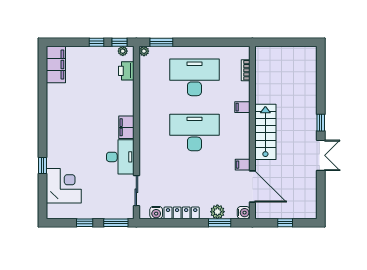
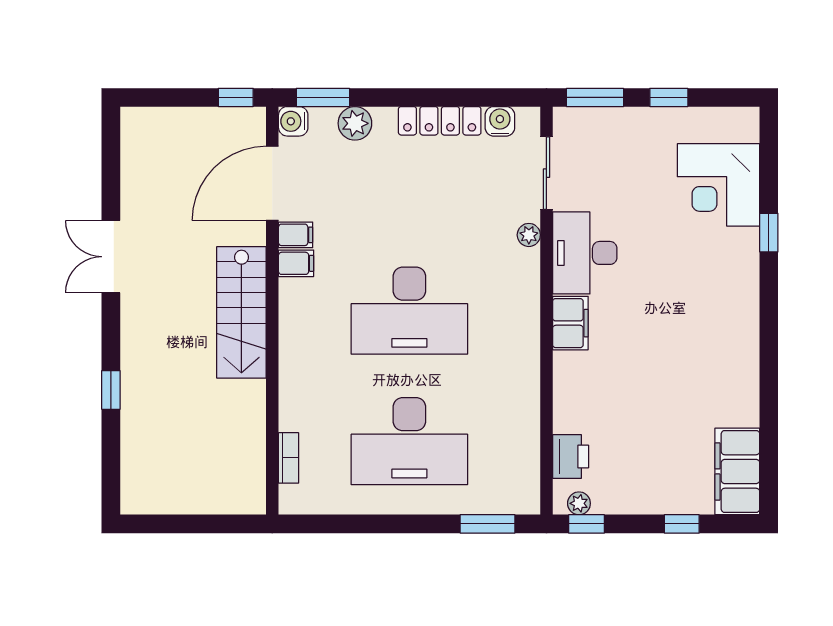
window: (96, 42) -> (682, 524), moved
plant: (144, 51) -> (529, 235), moved
filing cabinet: (242, 107) -> (296, 263), moved
window: (321, 123) -> (111, 390), moved
door: (252, 186) -> (272, 183), hinge flipped
window: (220, 223) -> (323, 97), moved
window: (285, 223) -> (236, 97), moved

